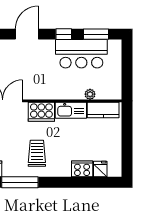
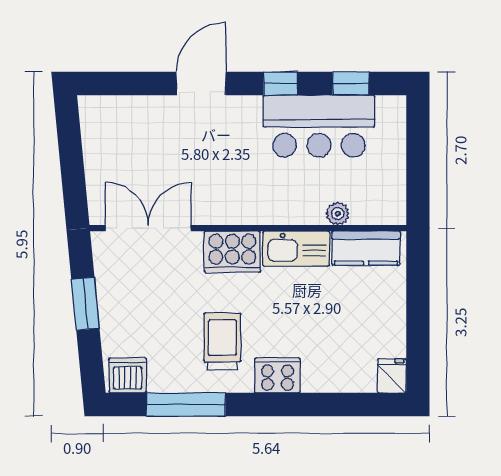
window: (96, 34) -> (351, 83), width x0.67
cooker: (82, 169) -> (277, 375), moved
fridge: (100, 169) -> (392, 376), moved

